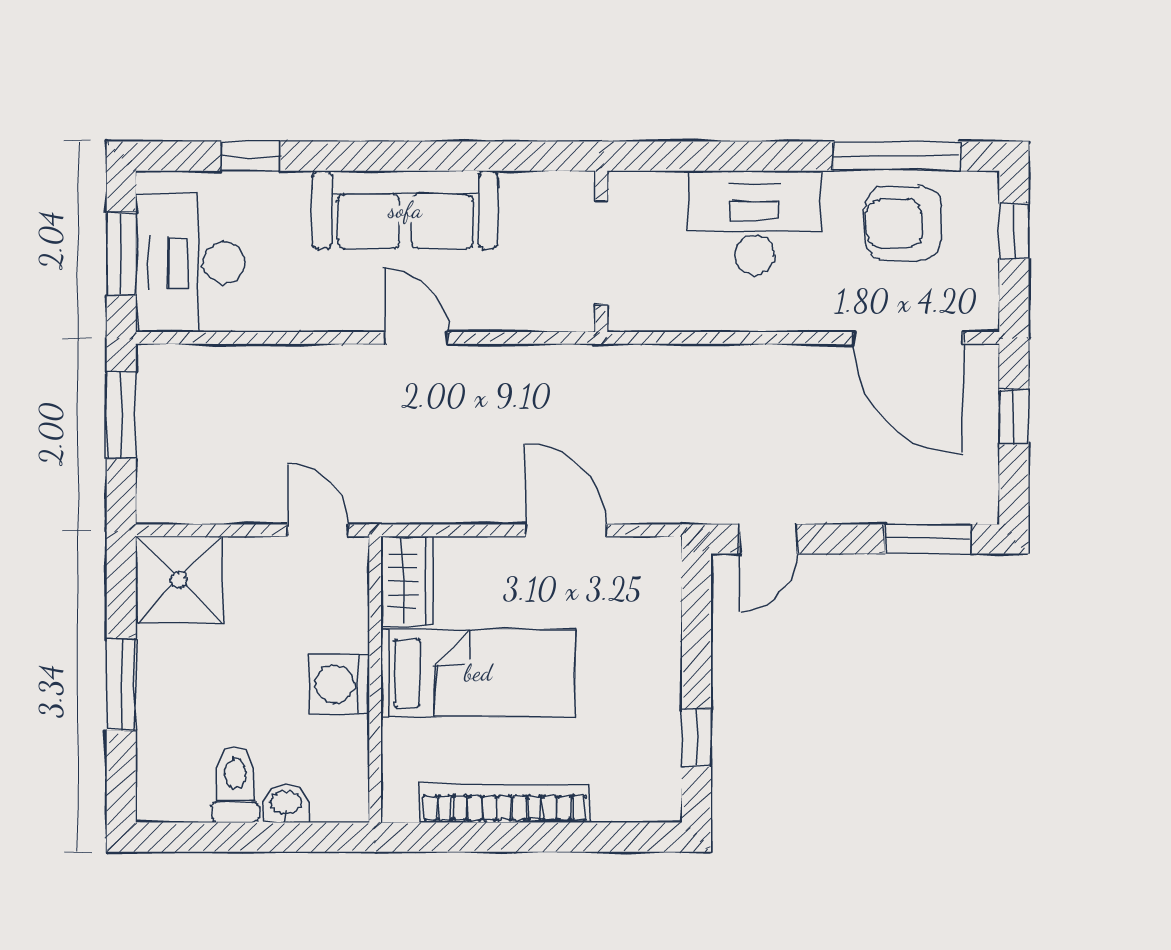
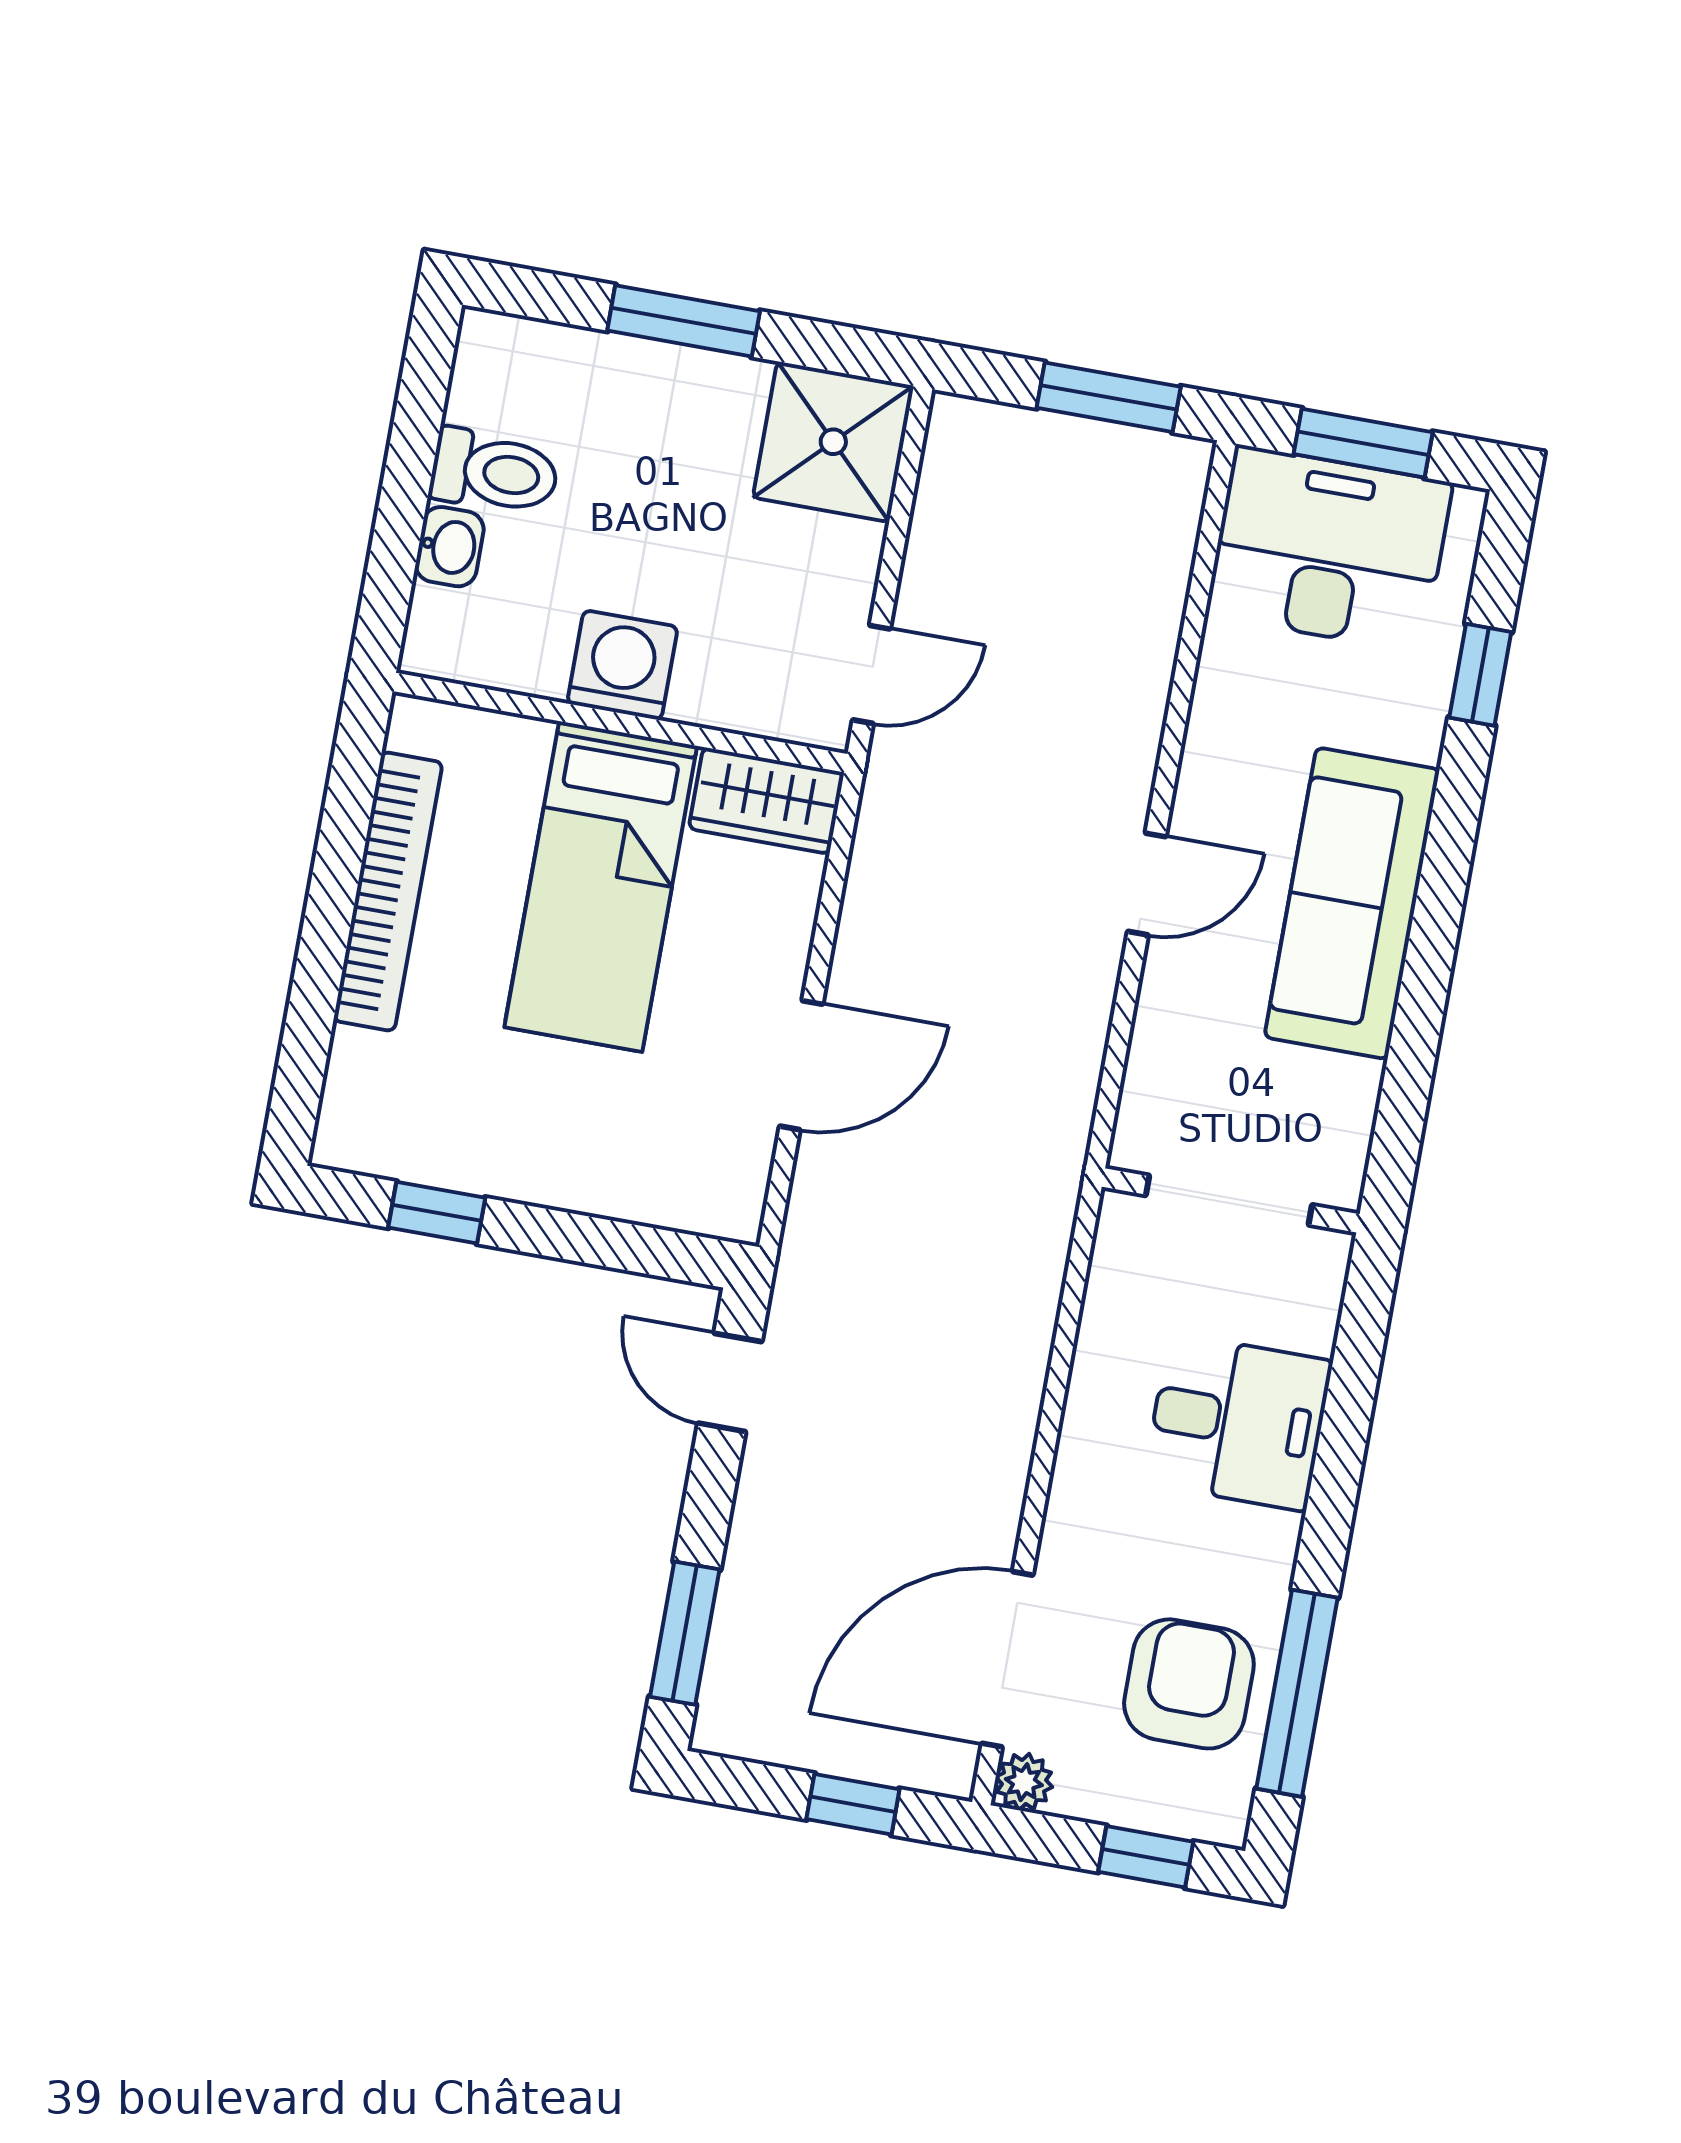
desk: (755, 222) -> (1238, 1422), width x0.73
plant: (981, 314) -> (1024, 1782), added

